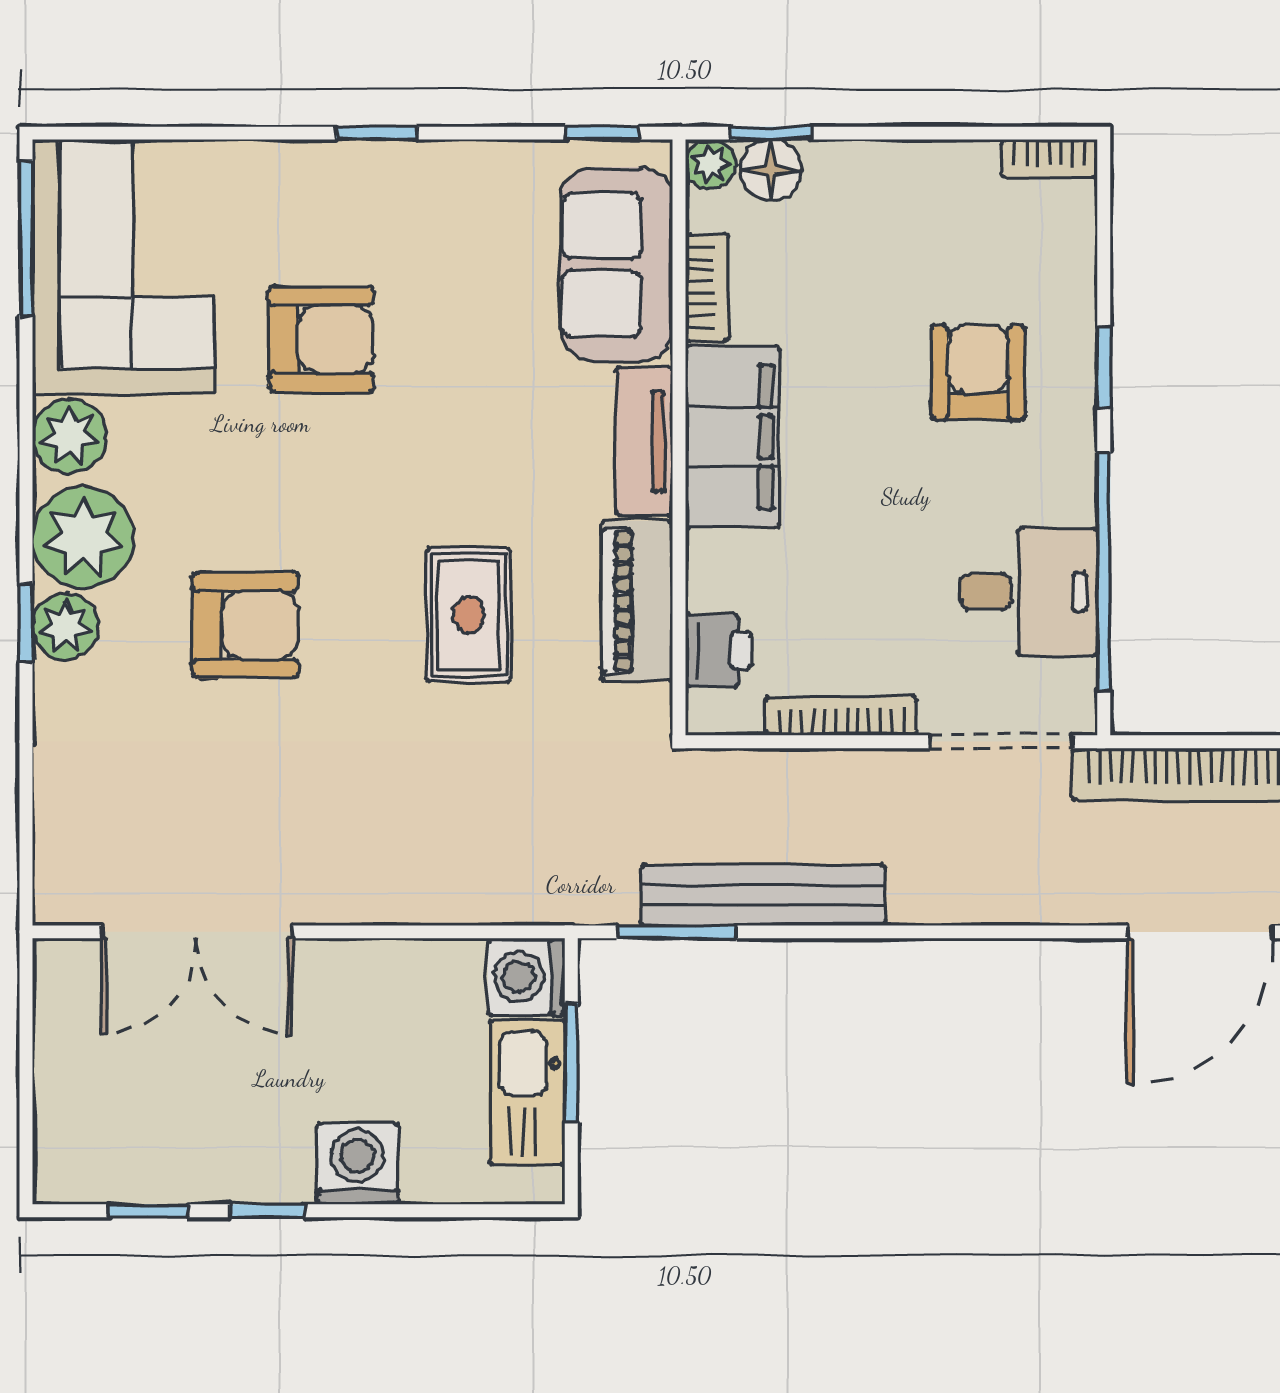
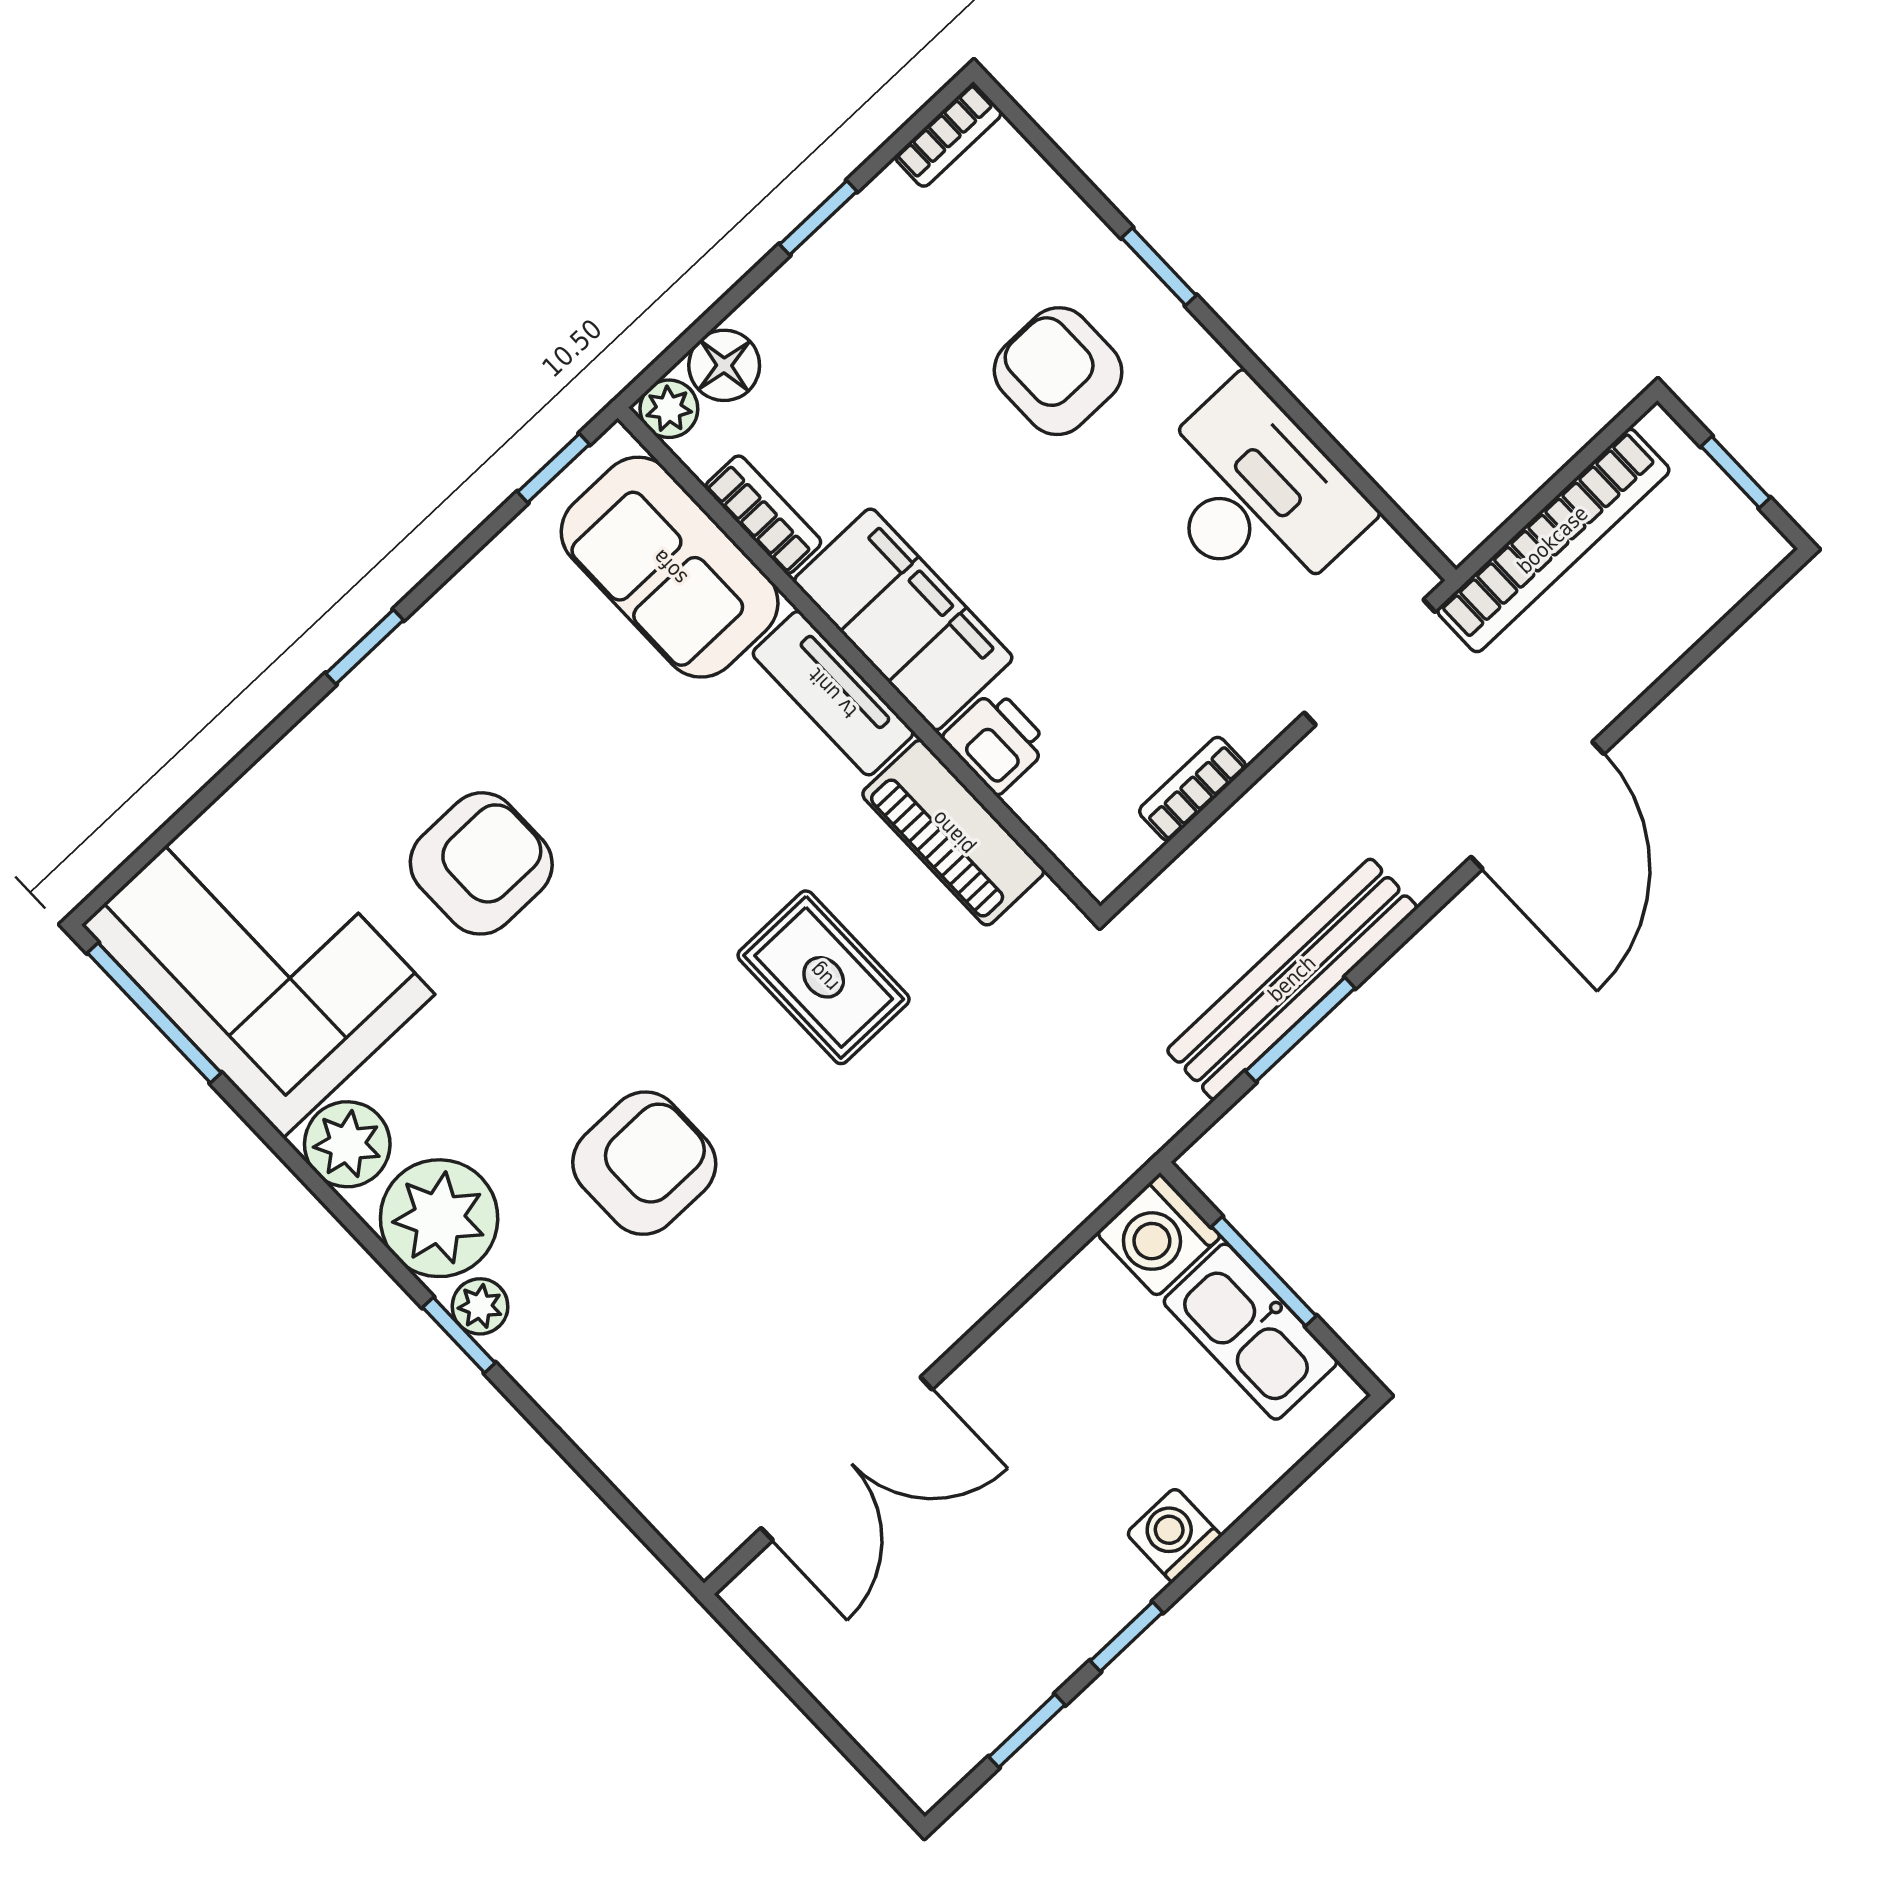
window: (771, 133) -> (818, 218), moved
window: (1104, 572) -> (1321, 438), removed
desk: (1029, 592) -> (1255, 495), width x1.37
plant: (65, 626) -> (480, 1306), width x0.73, depth x0.73
printer: (718, 650) -> (996, 741), moved
bookcase: (841, 716) -> (1193, 789), width x0.64
window: (676, 932) -> (1300, 1030), moved
door: (1200, 932) -> (1537, 805), moved
washing machine: (358, 1164) -> (1174, 1535), width x0.73, depth x0.73

